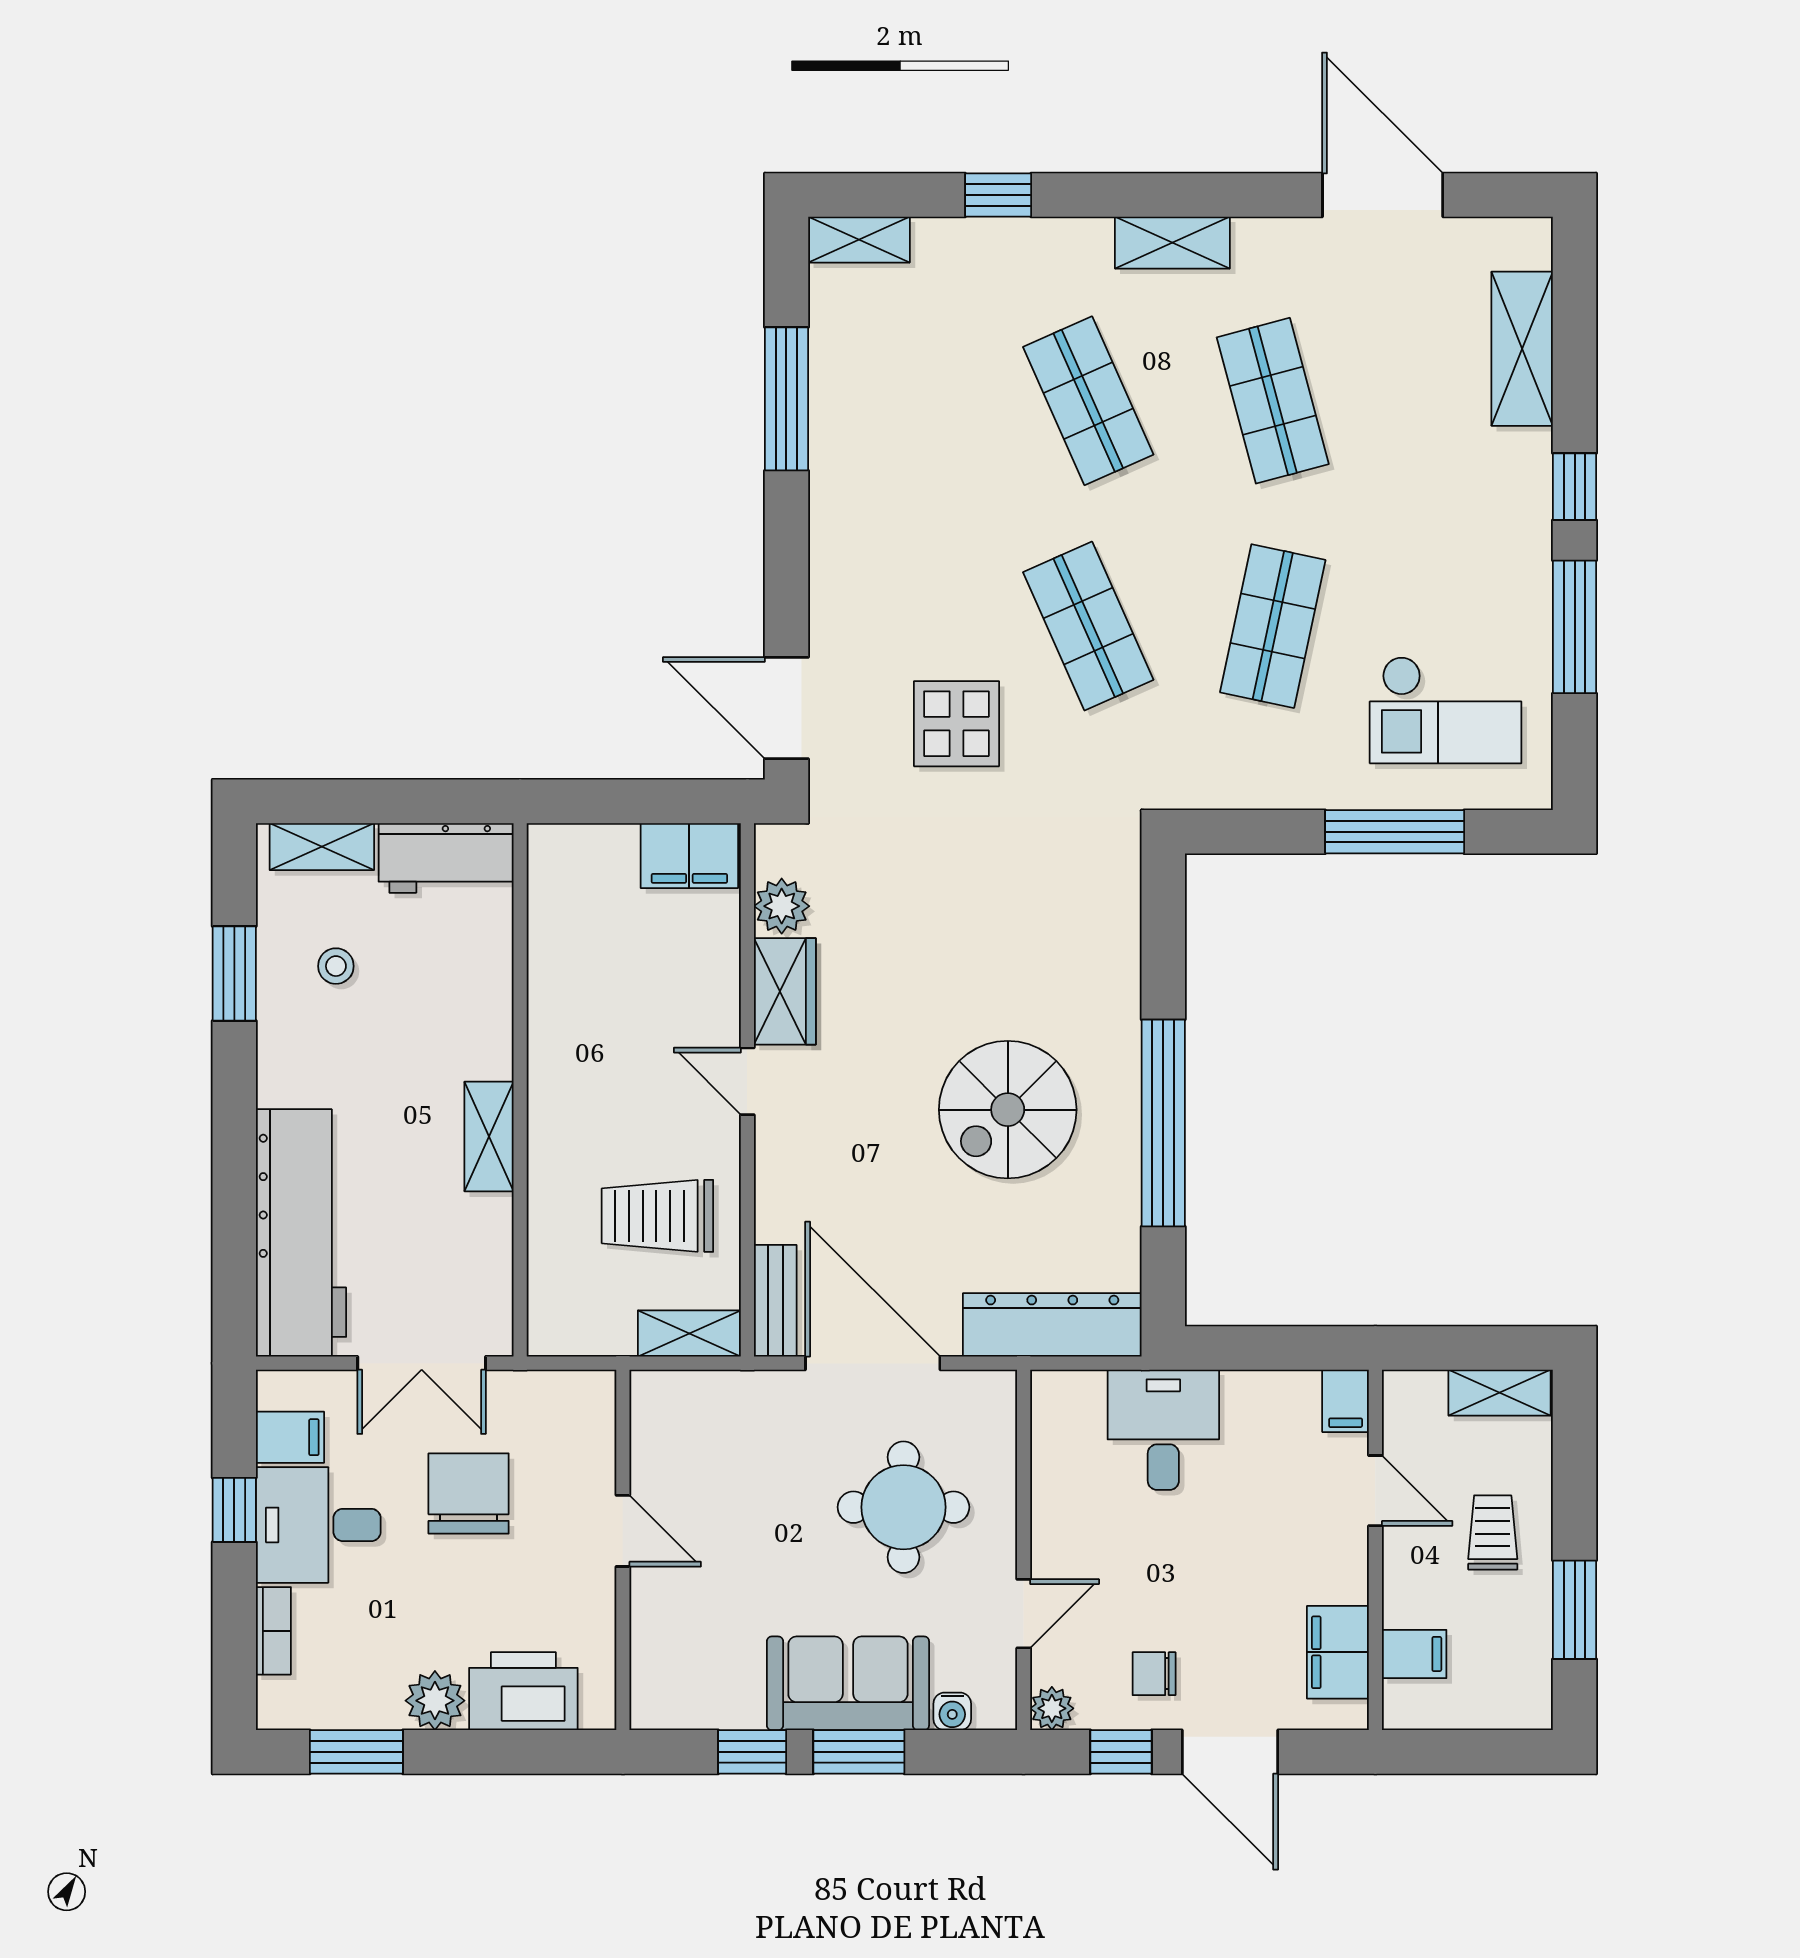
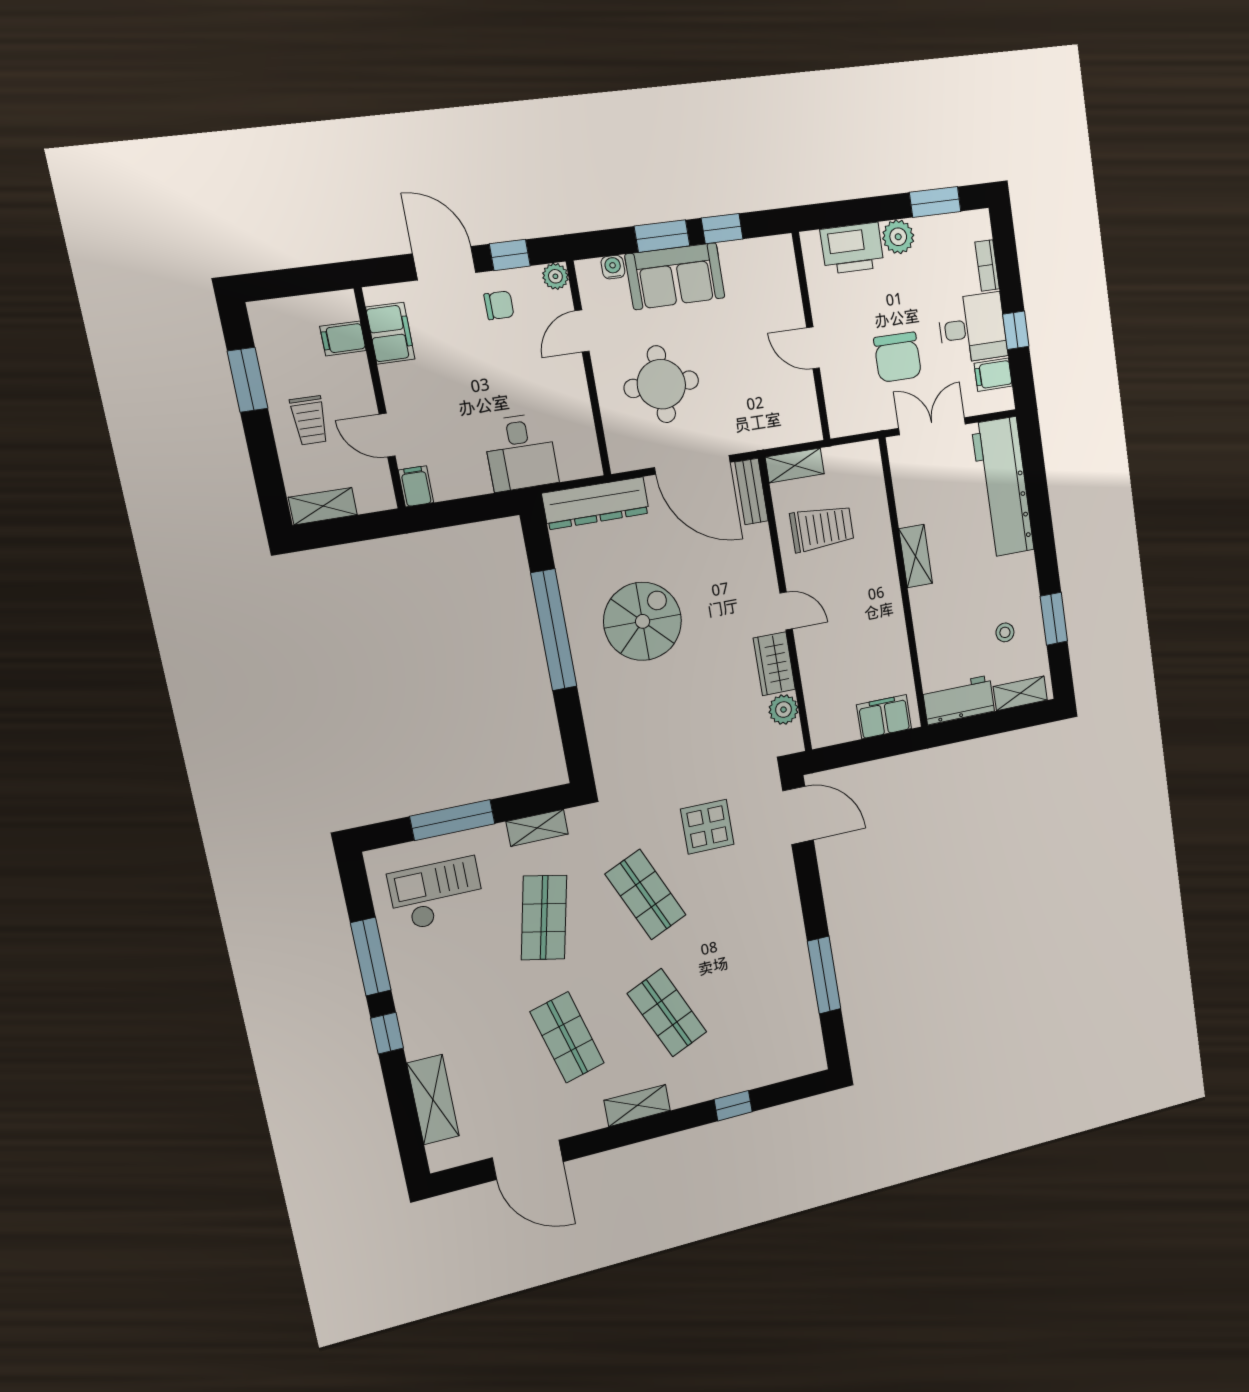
shelving: (859, 240) -> (537, 828), moved
filing cabinet: (689, 856) -> (884, 717), moved

